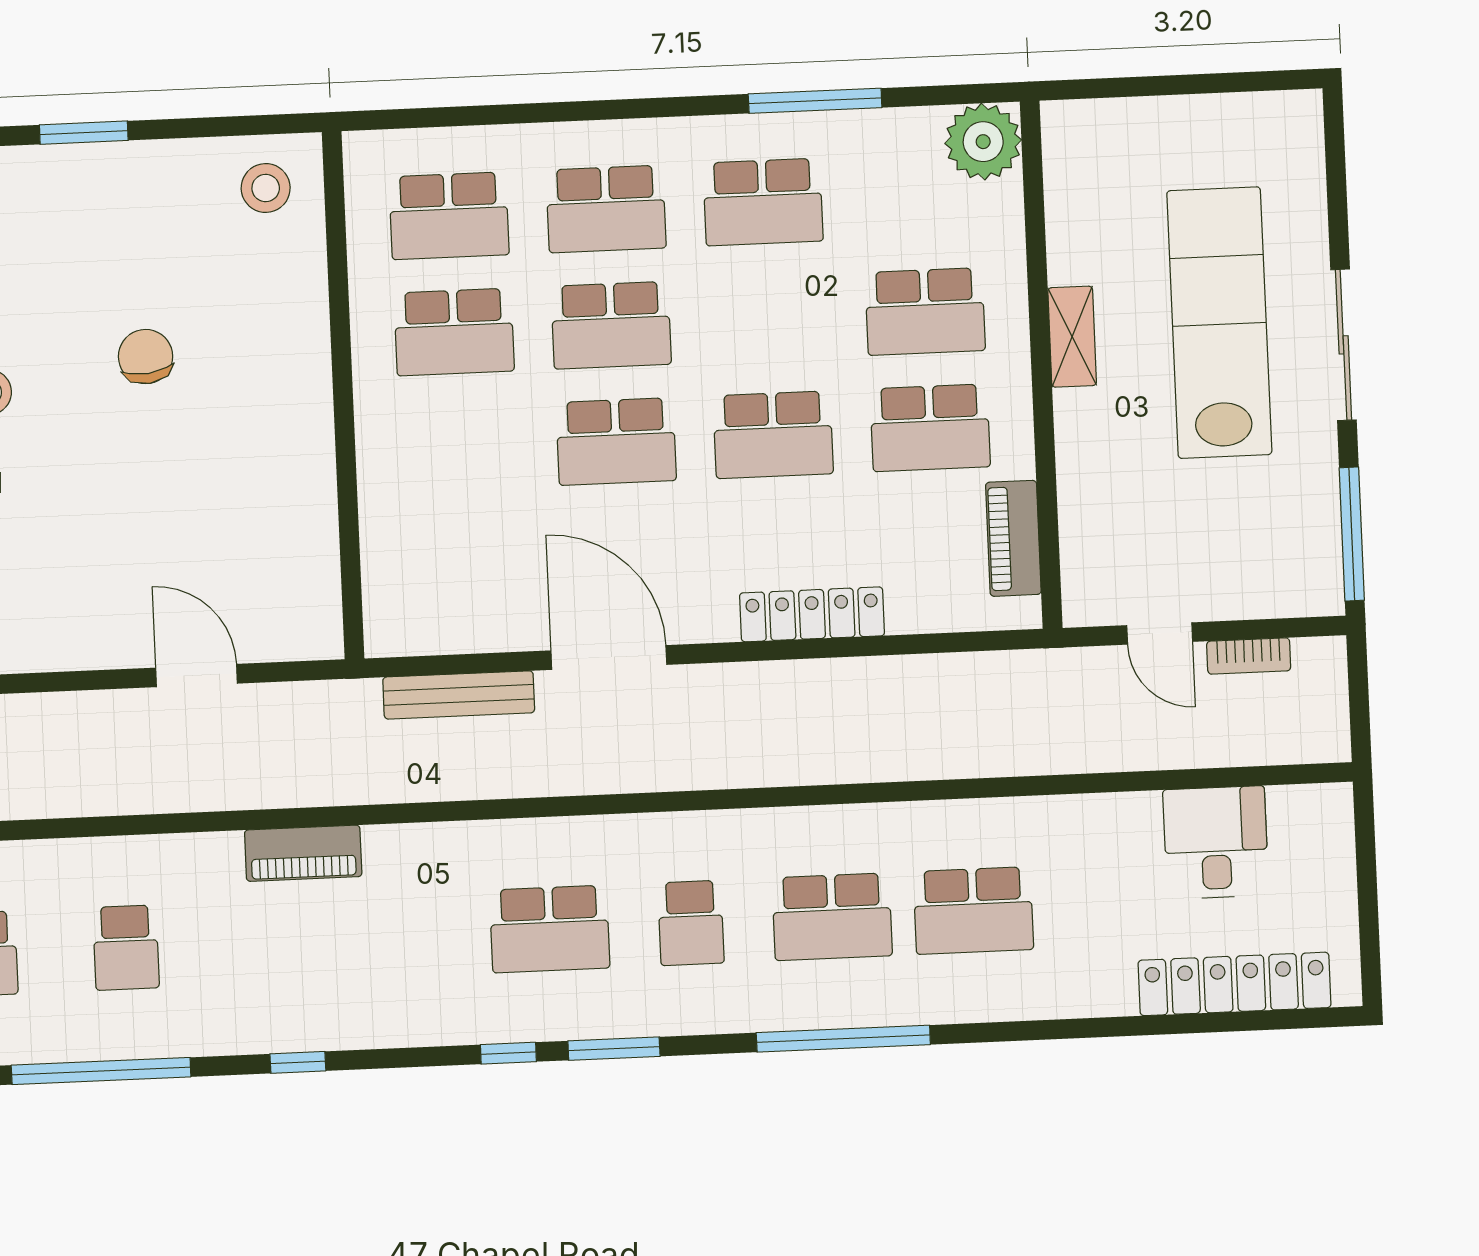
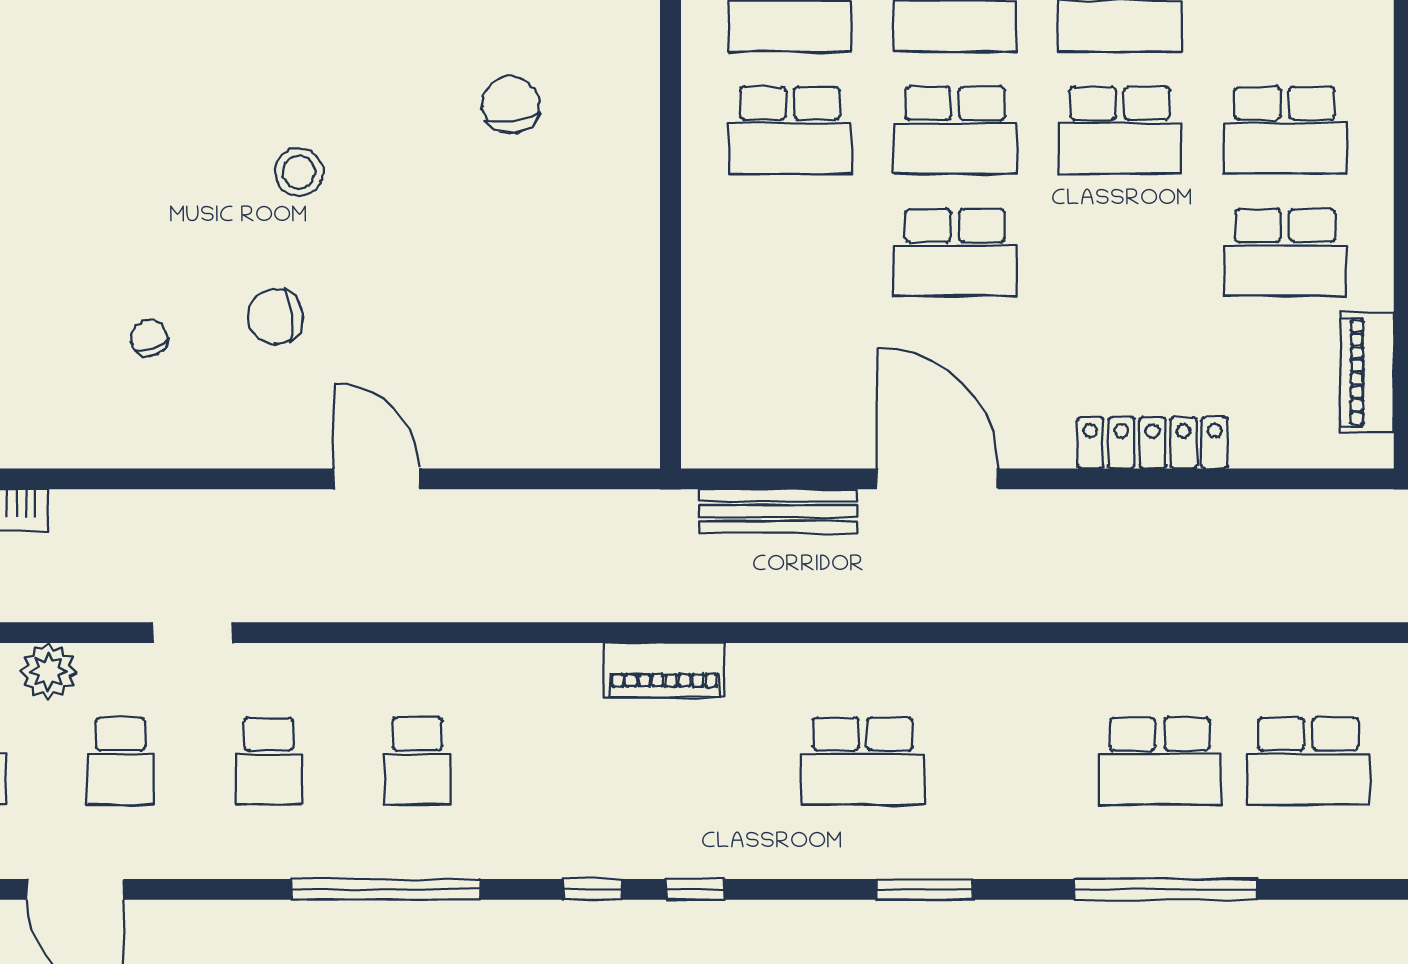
chair: (146, 357) -> (511, 105), moved
school desk: (773, 435) -> (1120, 130), moved
door: (196, 676) -> (377, 479), moved
piano: (303, 853) -> (664, 670), moved
school desk: (691, 923) -> (1011, 761), removed
window: (508, 1053) -> (695, 889), moved

